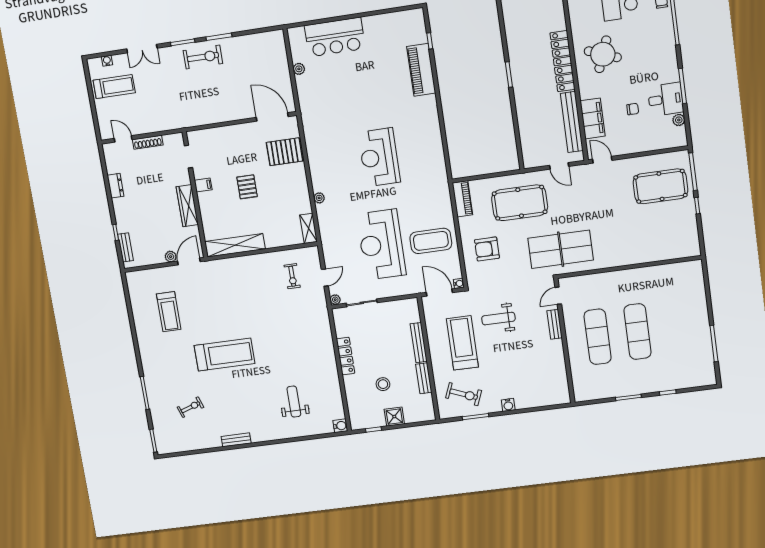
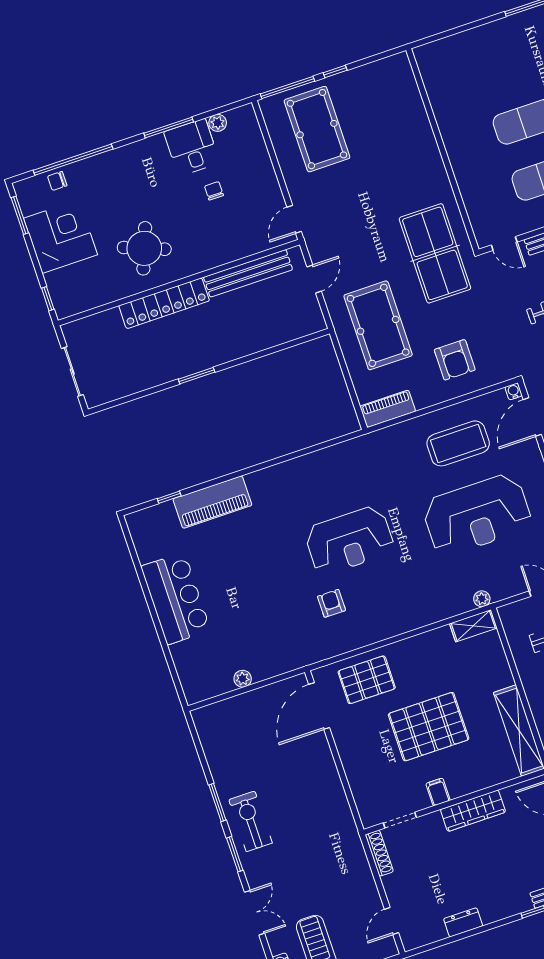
bar counter: (335, 37) -> (176, 598), moved
filing cabinet: (593, 118) -> (238, 245), removed
armchair: (339, 138) -> (332, 603), added
shoe rack: (148, 142) -> (379, 853), moved
pallet: (285, 152) -> (367, 680), turned 90
pallet: (247, 187) -> (429, 727), width x2.05, depth x2.00
plant: (319, 198) -> (482, 599), moved
coffee table: (431, 241) -> (458, 443), turned 90

